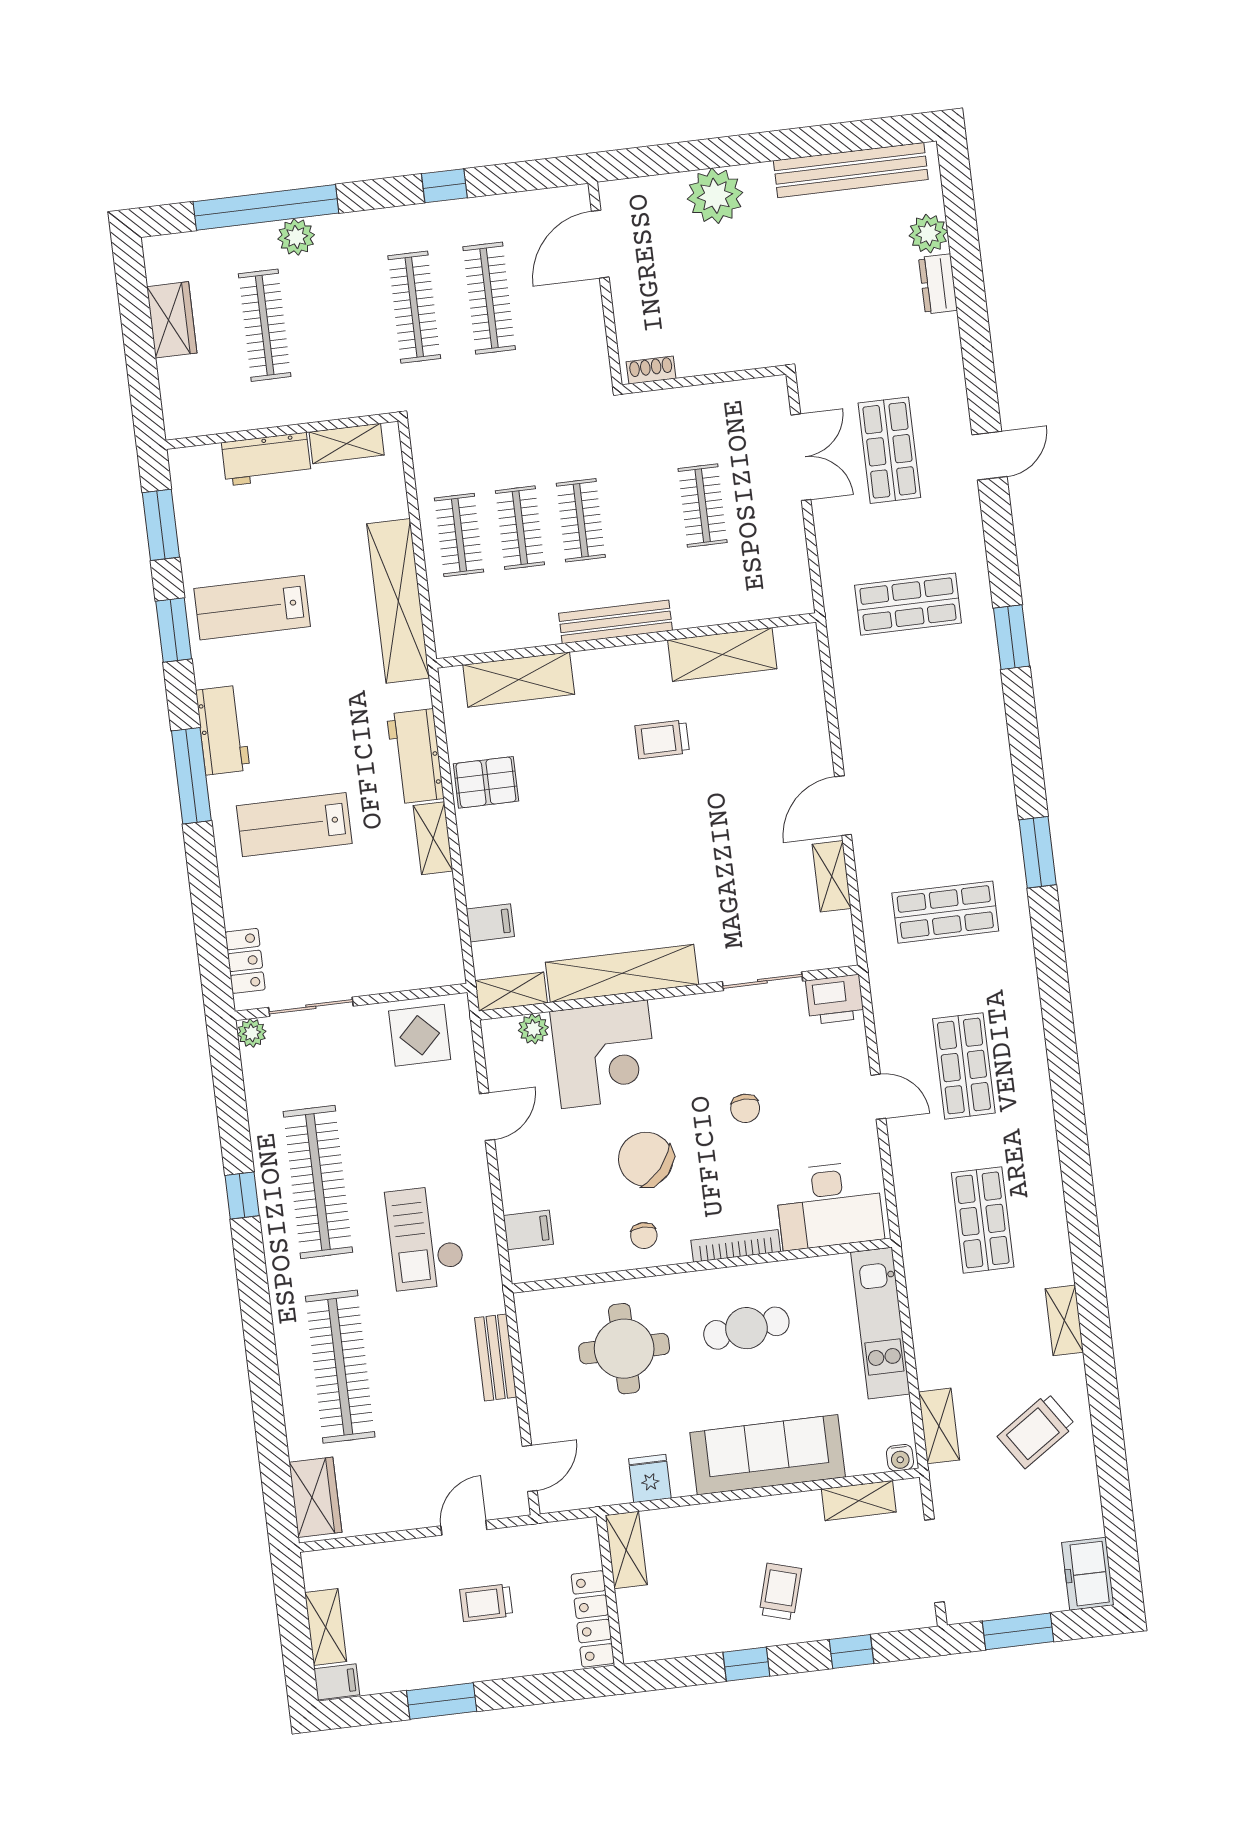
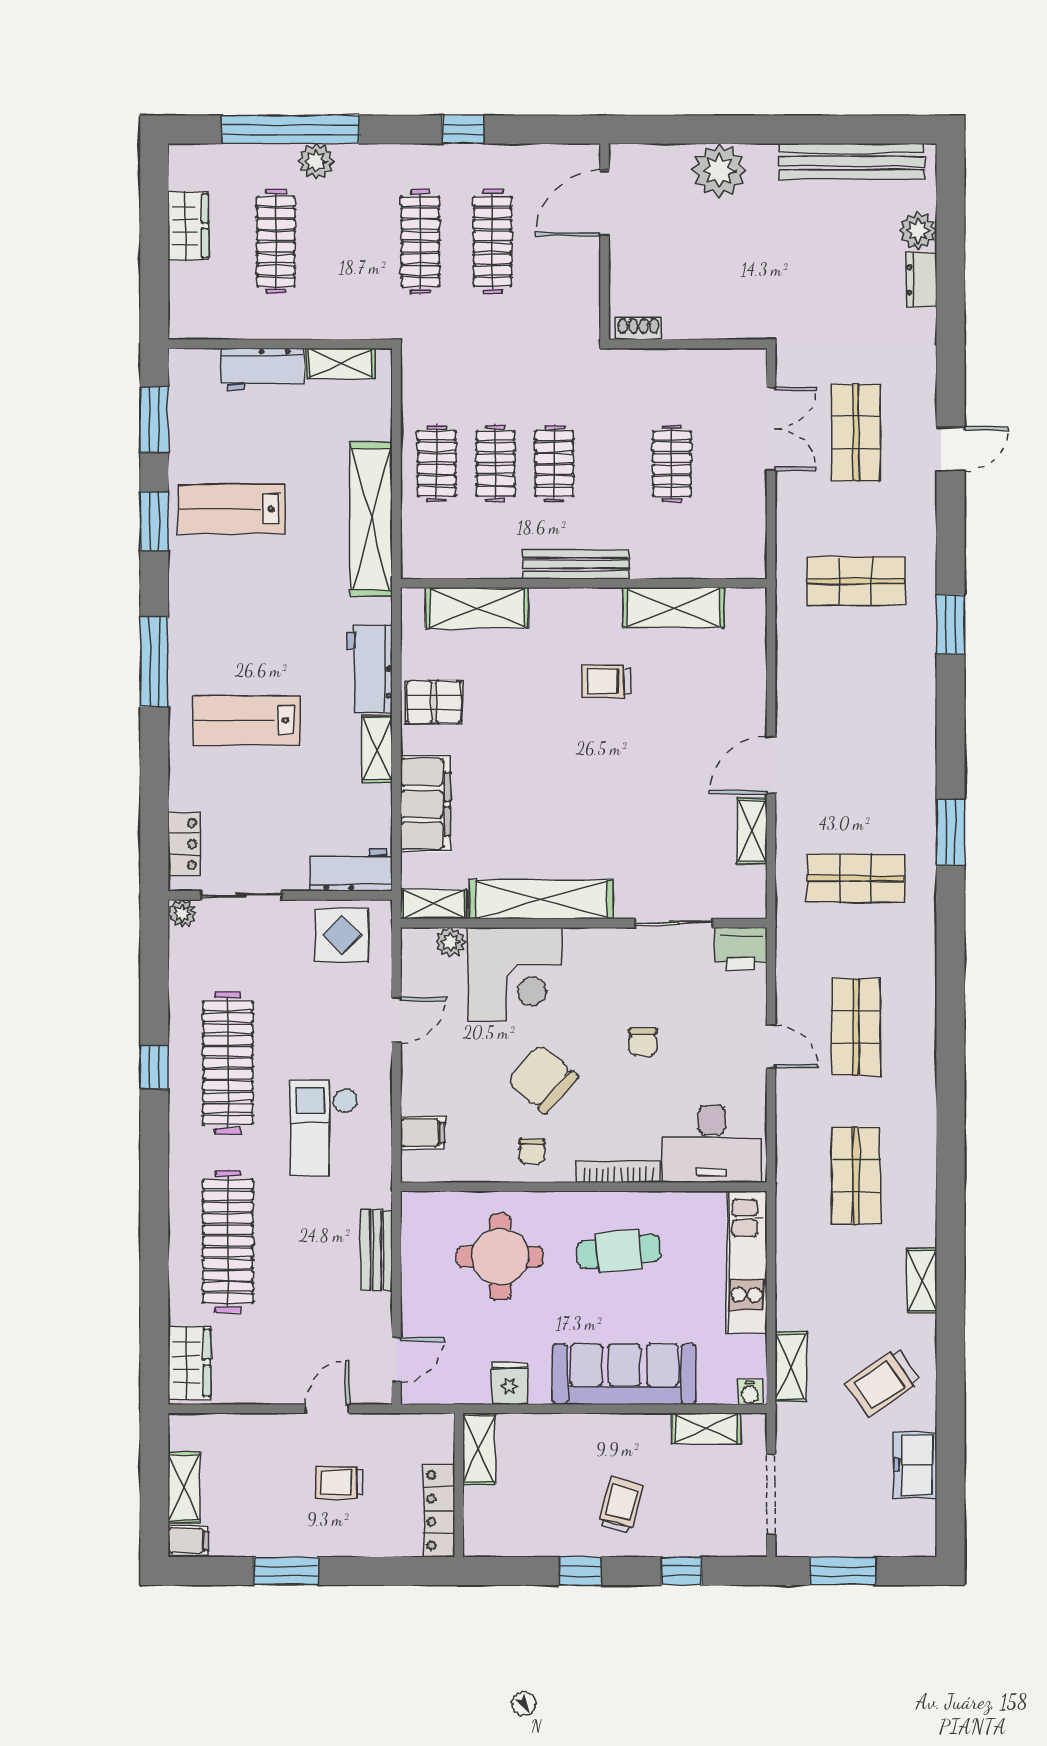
workbench: (223, 730) -> (351, 870), moved, turned -90
filing cabinet: (490, 923) -> (425, 804), width x3.00, depth x1.17
freezer: (1088, 1574) -> (915, 1465), moved

